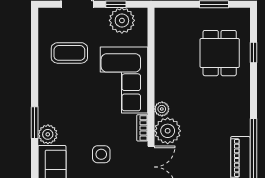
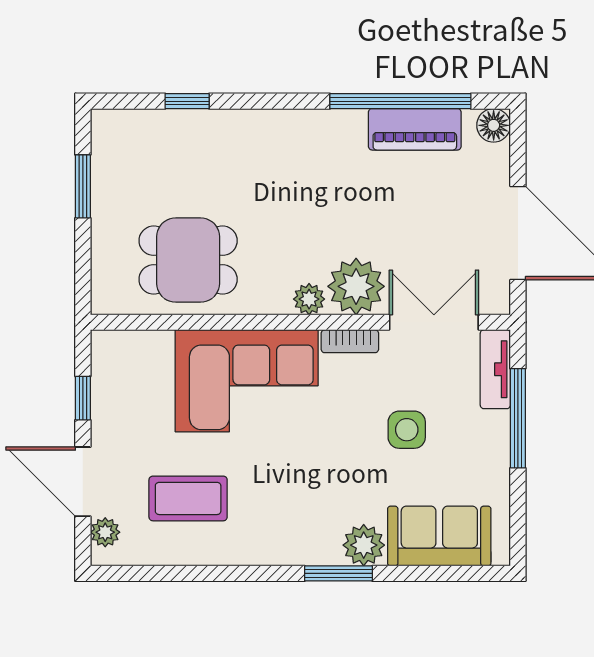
plant: (122, 20) -> (105, 532), moved, width x0.53, depth x0.53
coffee table: (69, 53) -> (188, 498), turned 90
dining table: (220, 53) -> (188, 260), moved

